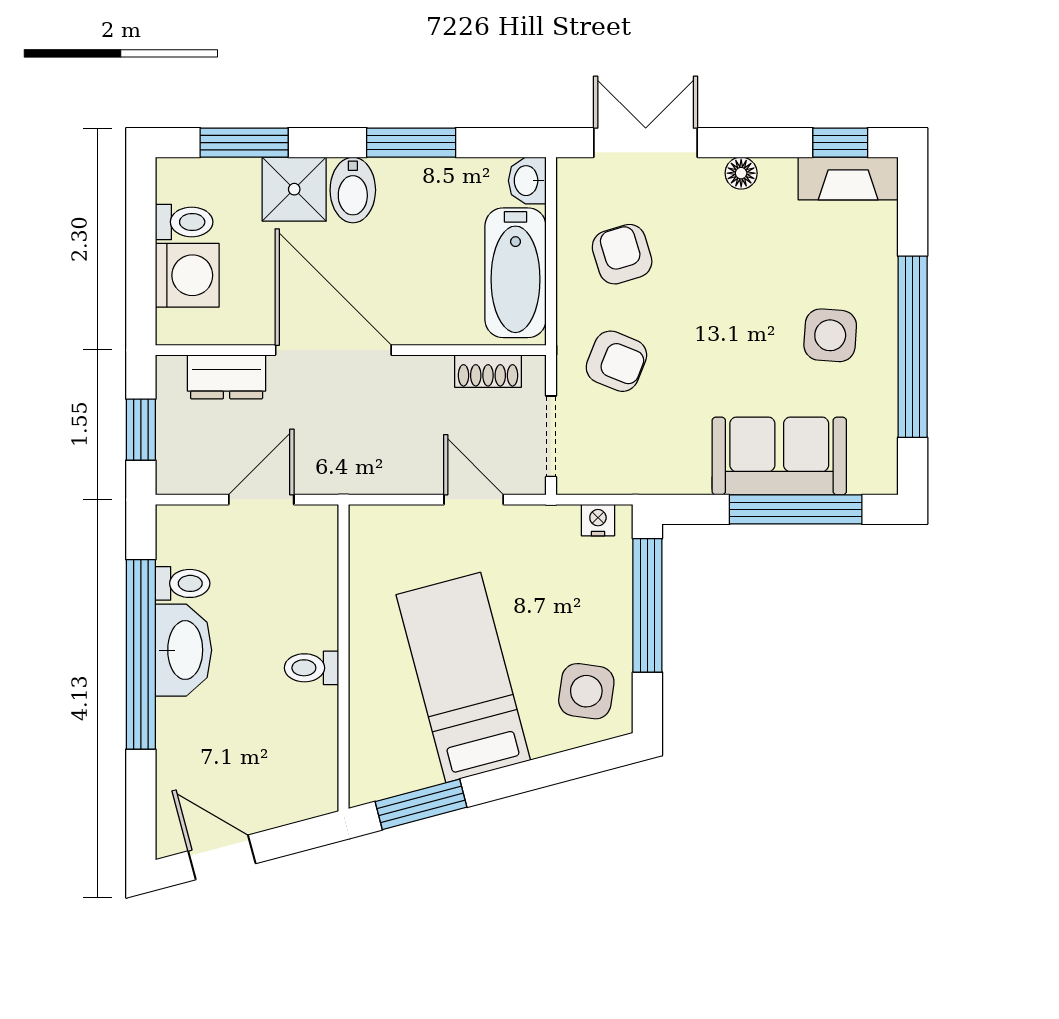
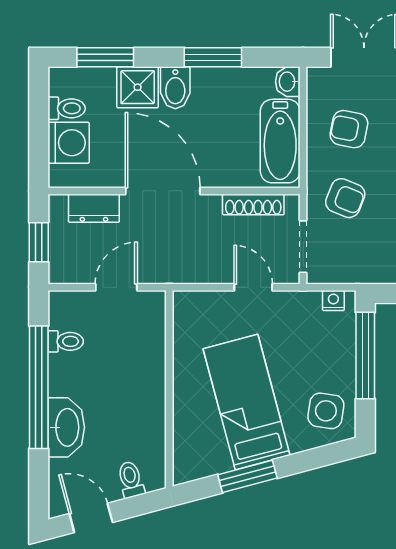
armchair: (622, 254) -> (349, 129), turned -62
shoe rack: (488, 371) -> (253, 204), width x1.43
washbasin: (184, 650) -> (66, 427), moved
toilet: (311, 668) -> (131, 480), moved, turned 75
window: (421, 804) -> (247, 476), moved

